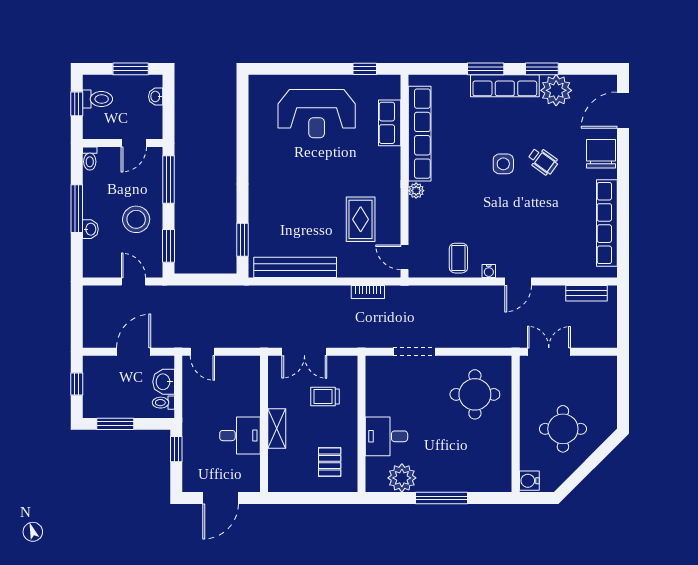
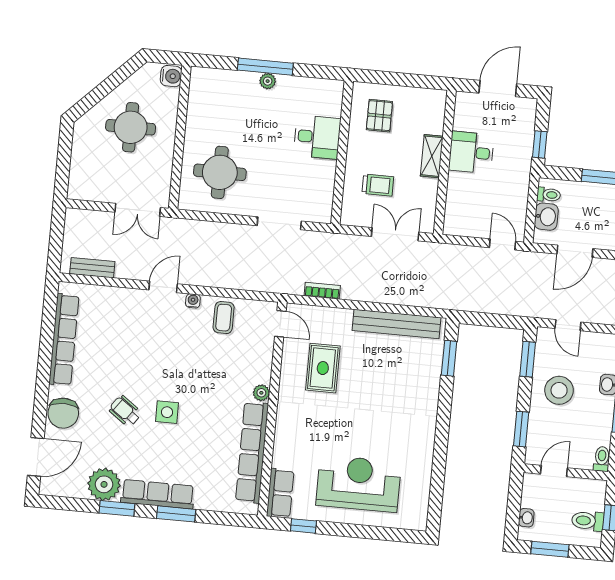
row of seats: (390, 123) -> (280, 493), moved
window: (168, 179) -> (521, 429), width x0.69
plant: (402, 478) -> (268, 81), moved, width x0.53, depth x0.53

